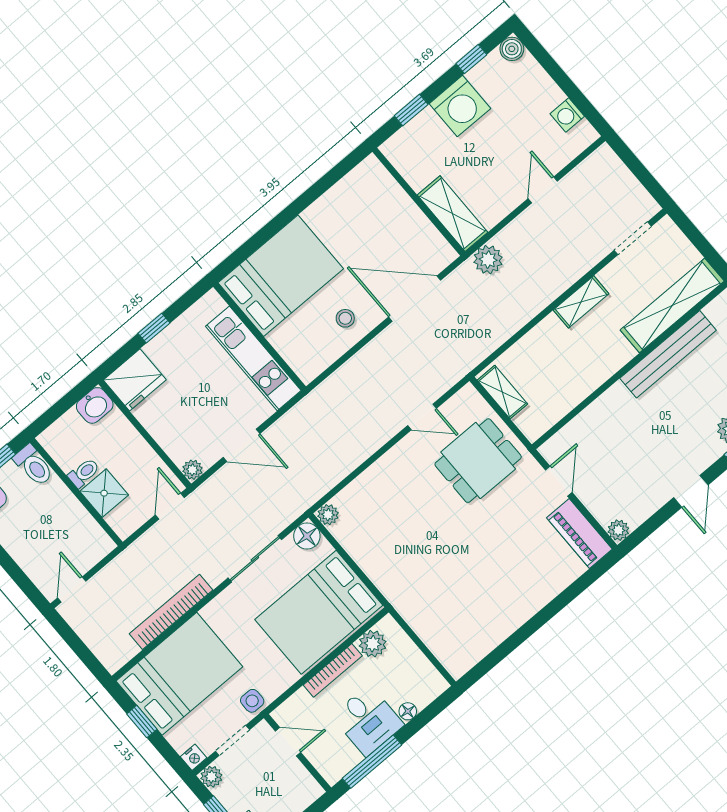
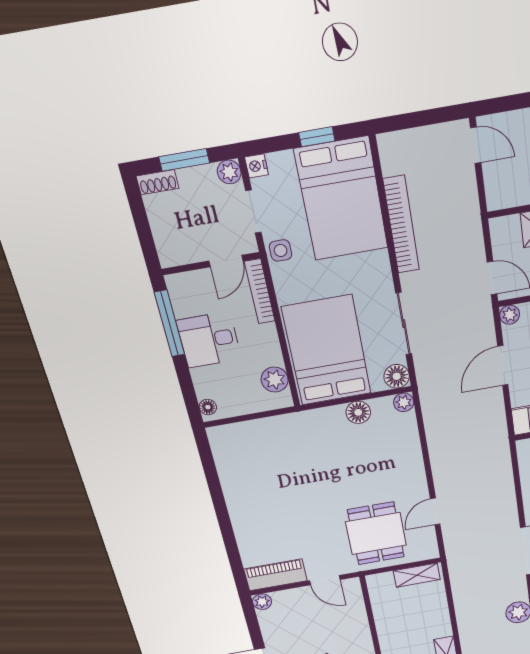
floor lamp: (362, 551) -> (358, 412), added
bookcase: (333, 670) -> (260, 291), moved
floor lamp: (408, 711) -> (208, 407), moved

